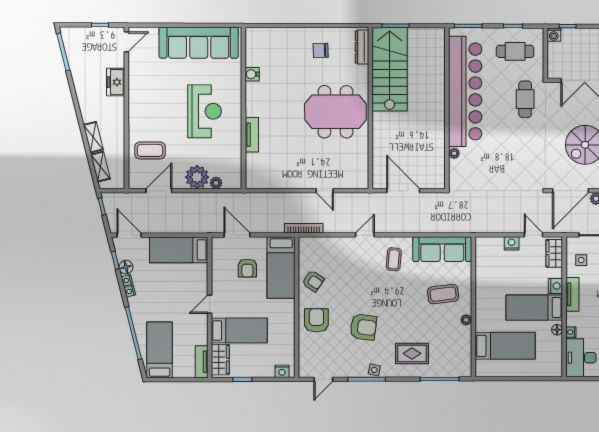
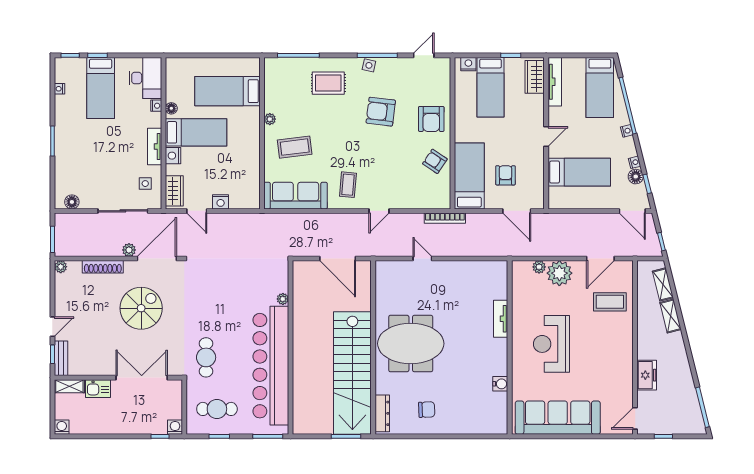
stairs: (390, 69) -> (352, 373), width x1.36
bed: (179, 250) -> (579, 172), moved
nightstand: (130, 291) -> (627, 131), moved
bed: (239, 331) -> (491, 87), moved, turned -90
tv unit: (202, 362) -> (555, 82), width x1.41

